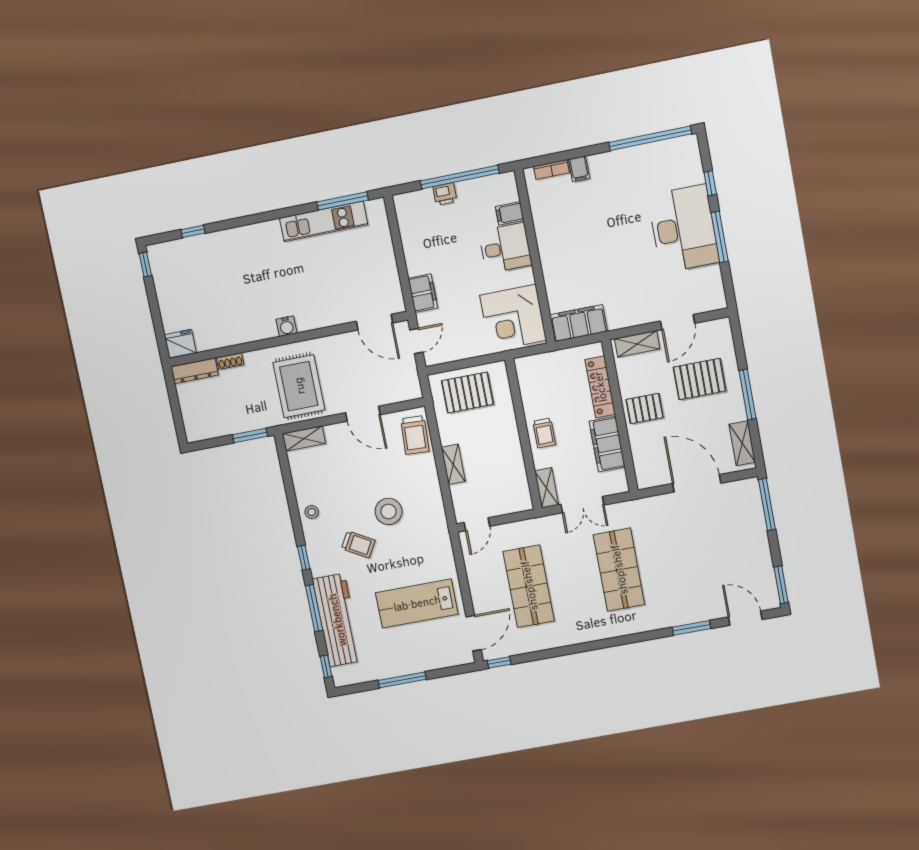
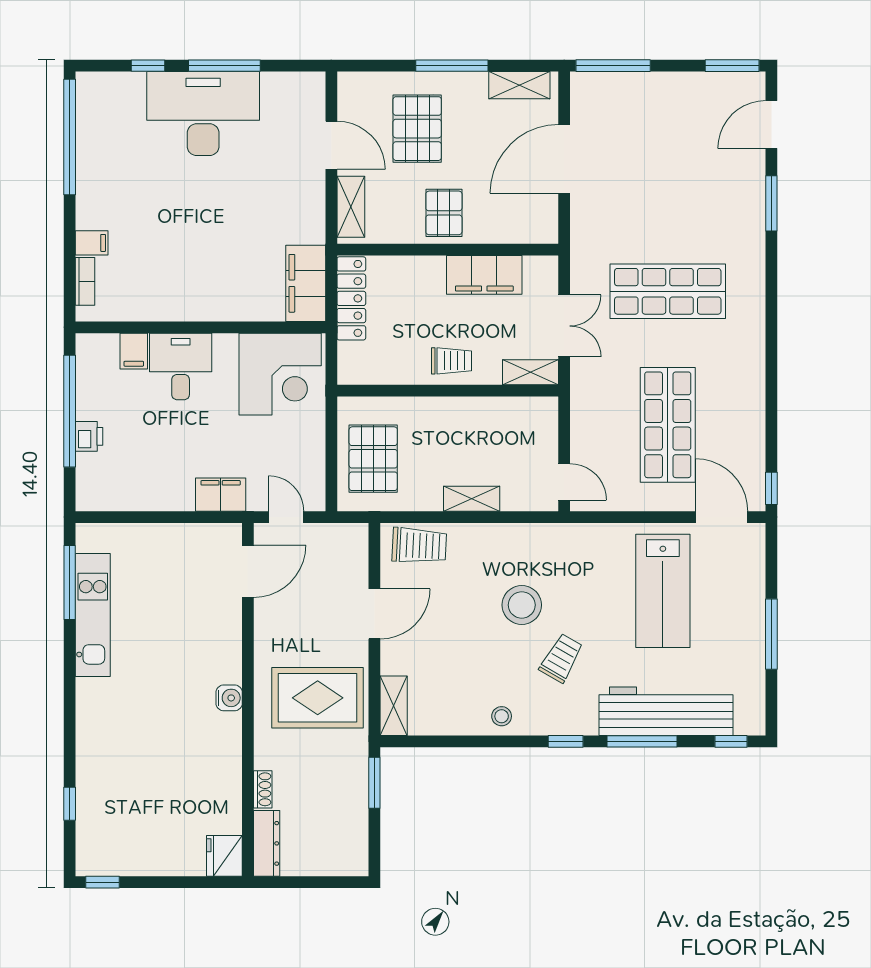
locker: (600, 387) -> (351, 298), moved, turned -90
shop shelf: (529, 586) -> (668, 425), turned 90

